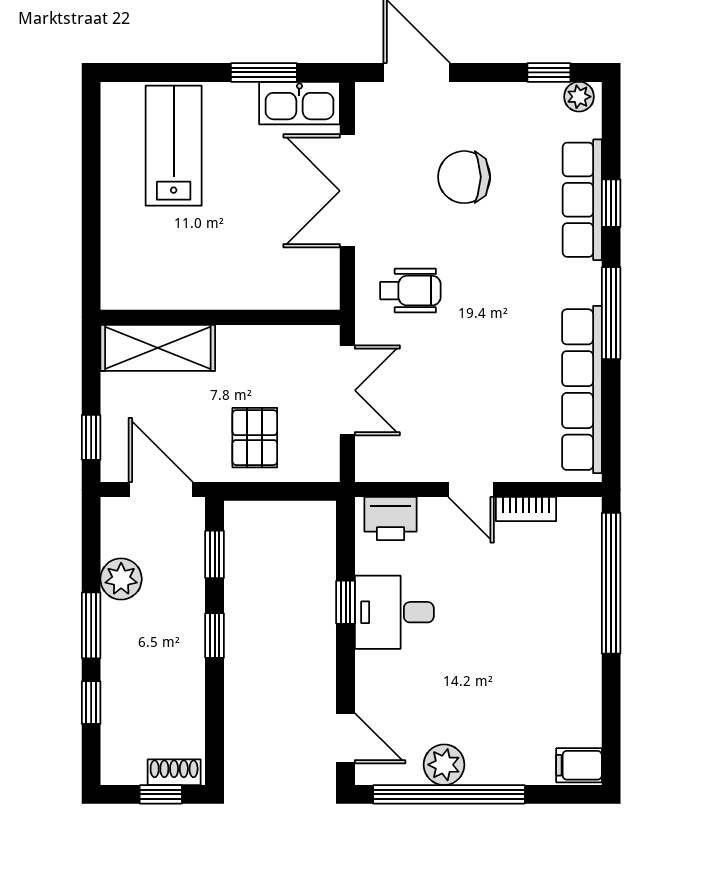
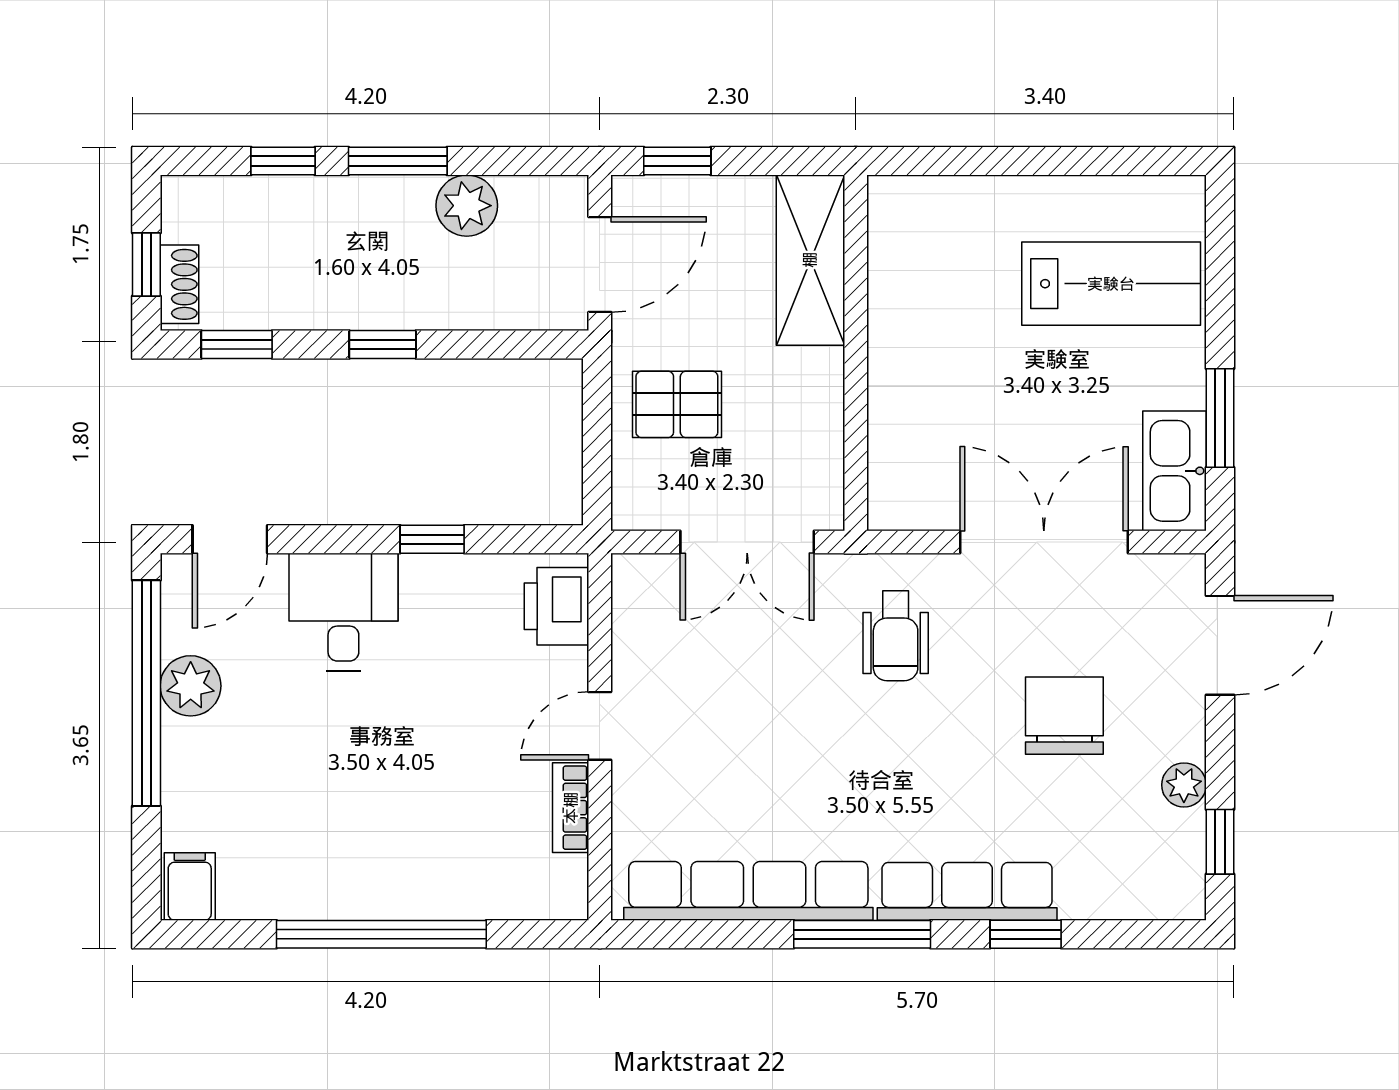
plant: (579, 97) -> (1184, 785), moved
row of seats: (582, 200) -> (967, 891), moved
window: (215, 554) -> (237, 345), moved
window: (611, 583) -> (381, 934), moved
desk: (394, 612) -> (343, 612), moved

